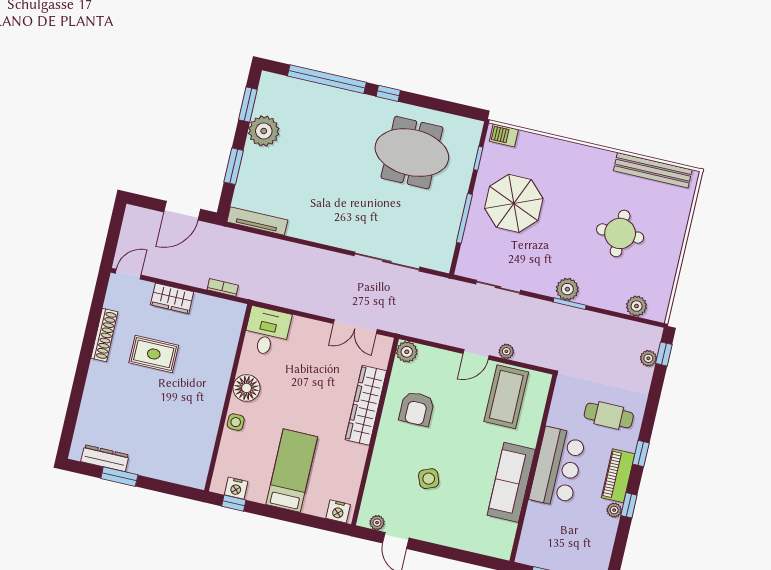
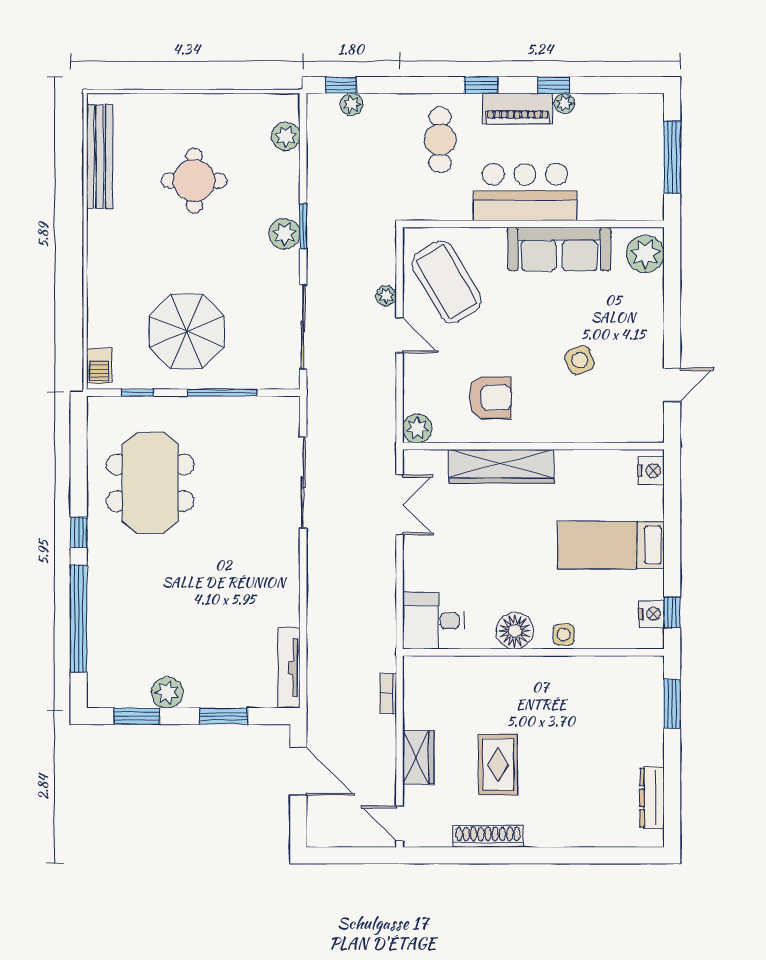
plant: (264, 131) -> (167, 692), width x0.73, depth x0.73
sliding door: (498, 287) -> (303, 327), width x1.37
coffee table: (506, 397) -> (447, 282), turned 60
window: (119, 477) -> (672, 704), moved
plant: (377, 523) -> (645, 254), moved, width x1.87, depth x1.87

